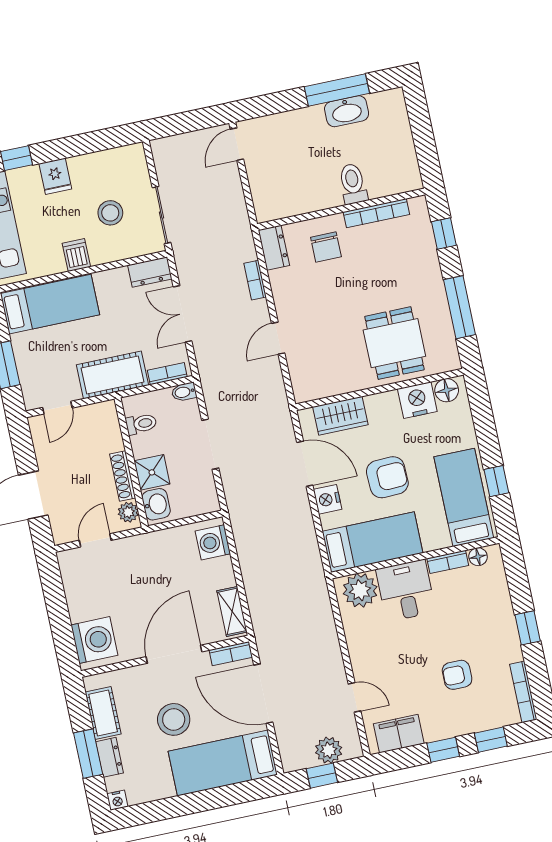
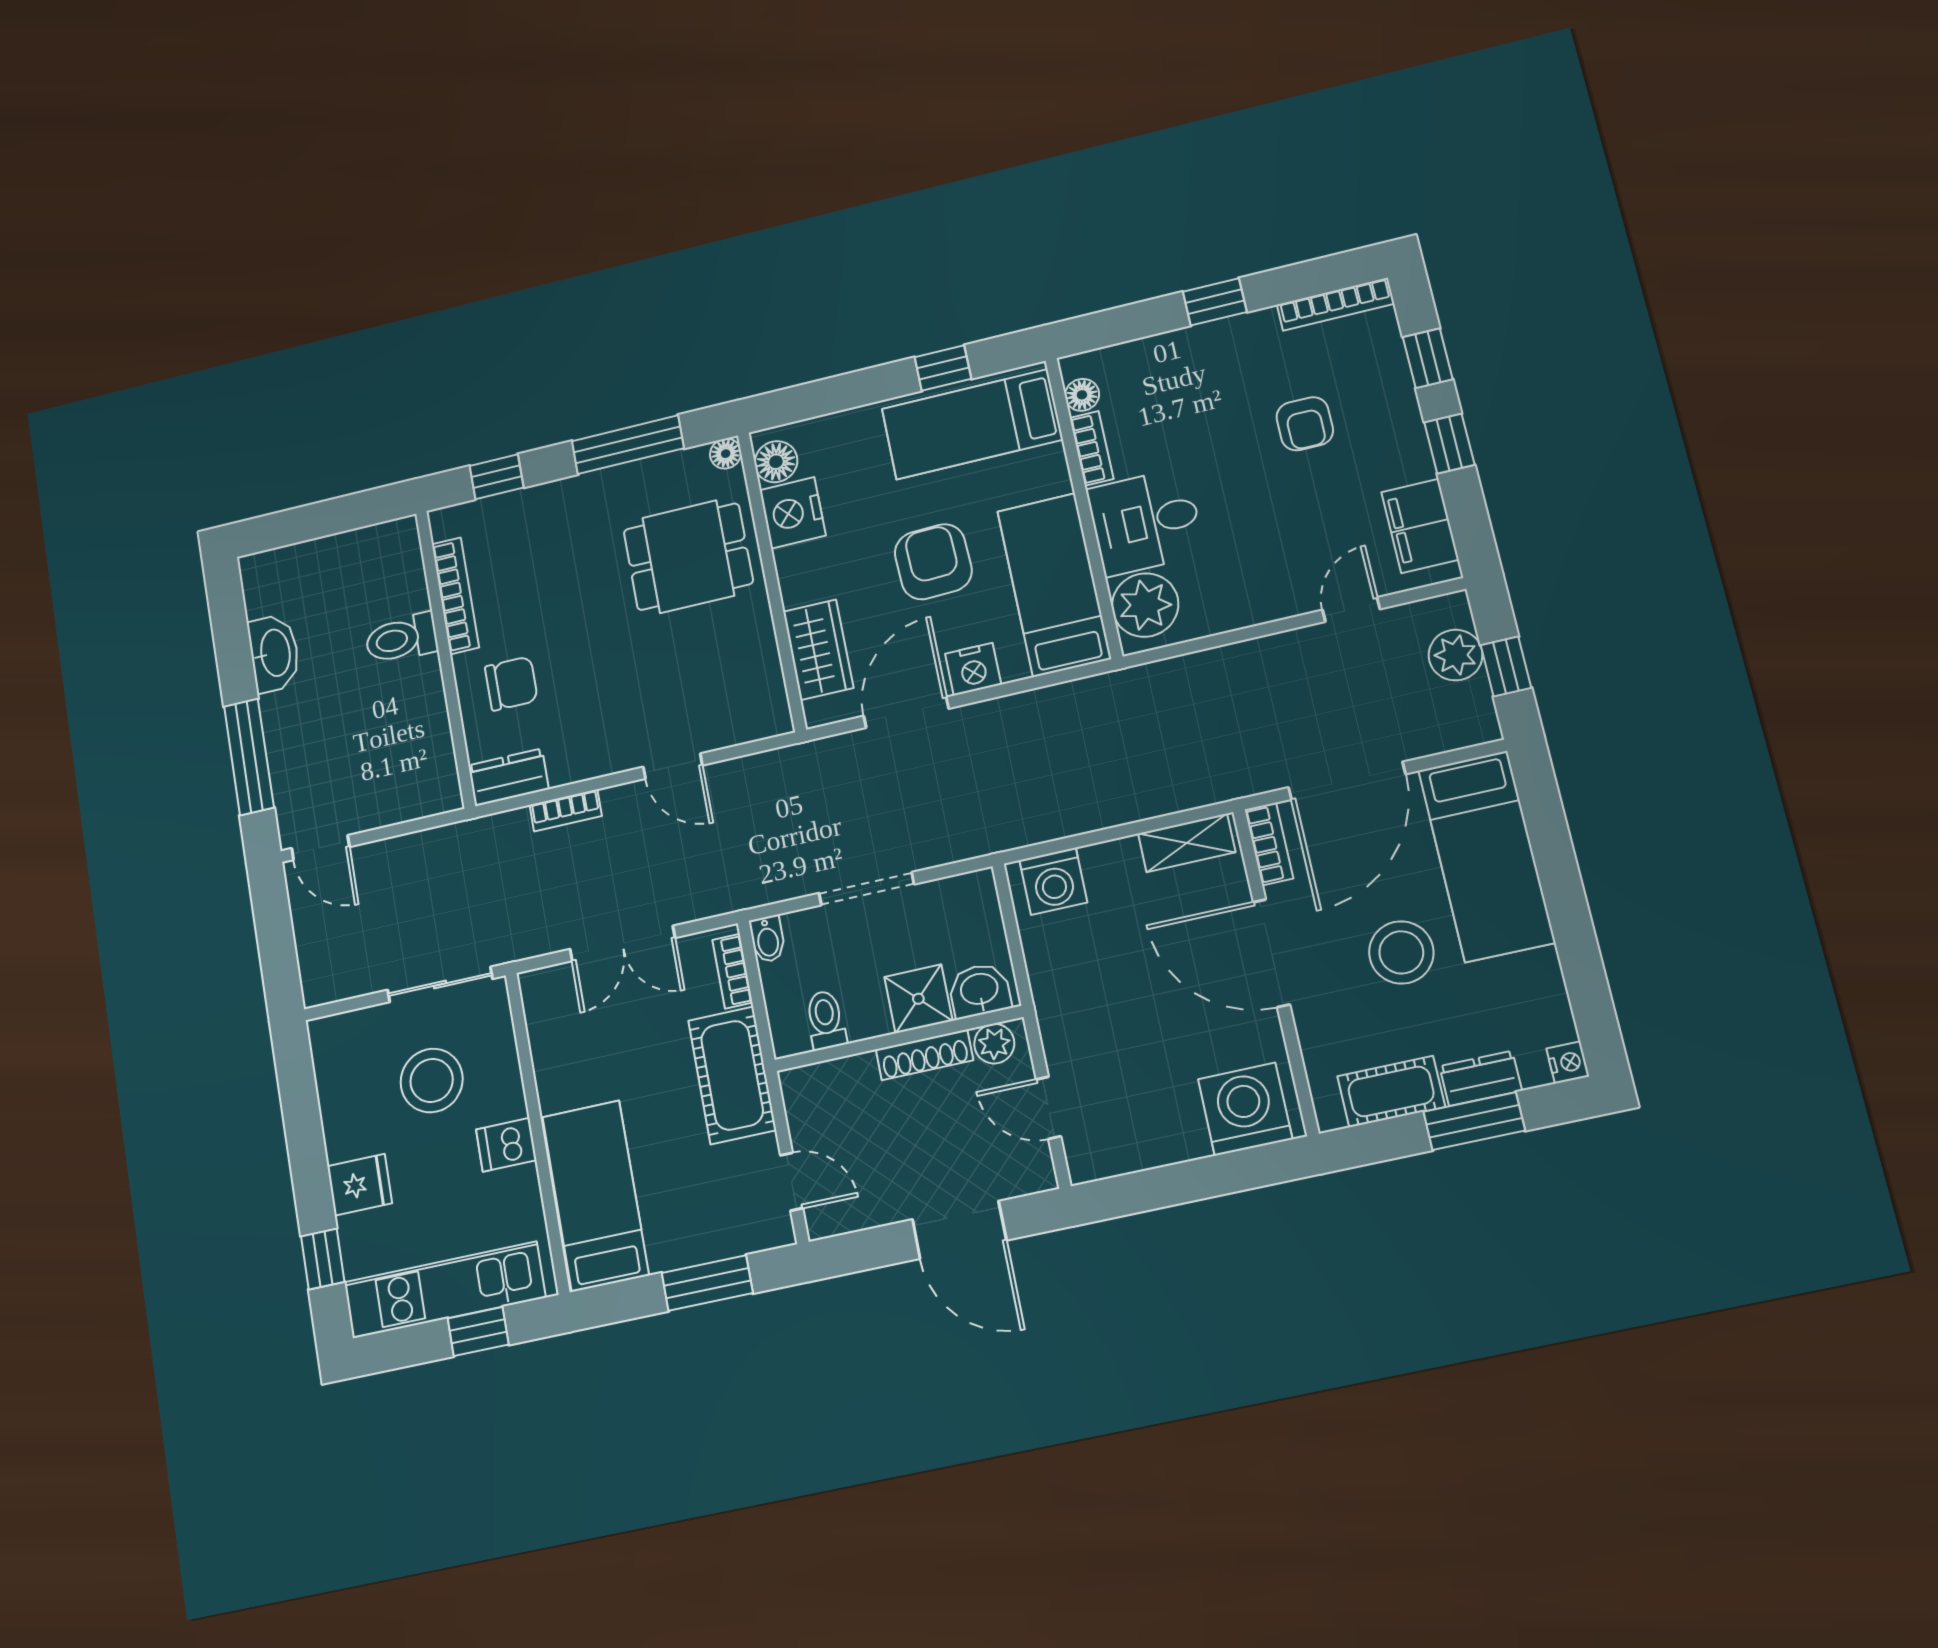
window: (337, 90) -> (249, 757), moved
stool: (110, 213) -> (432, 1080), width x1.38, depth x1.38
dresser: (150, 272) -> (543, 1005), removed
floor lamp: (452, 362) -> (726, 454), added

